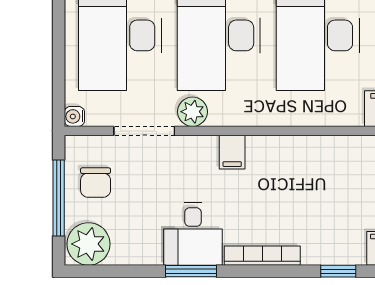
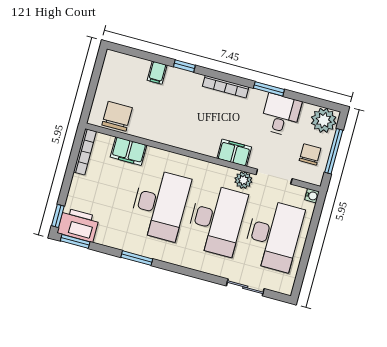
filing cabinet: (232, 152) -> (234, 153), width x2.00
desk: (193, 234) -> (281, 115), moved

